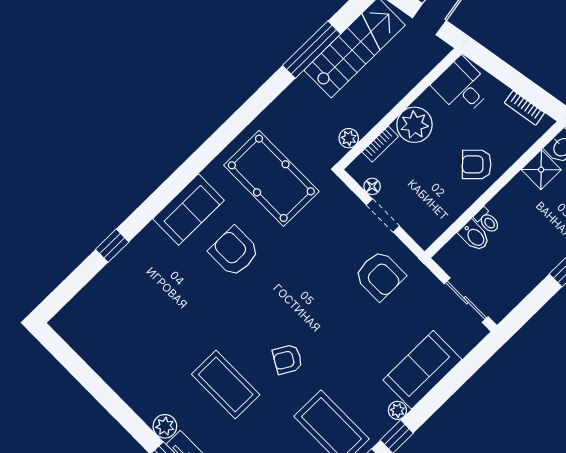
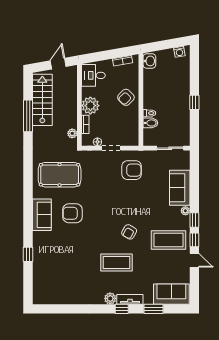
shower: (541, 170) -> (150, 76), removed

